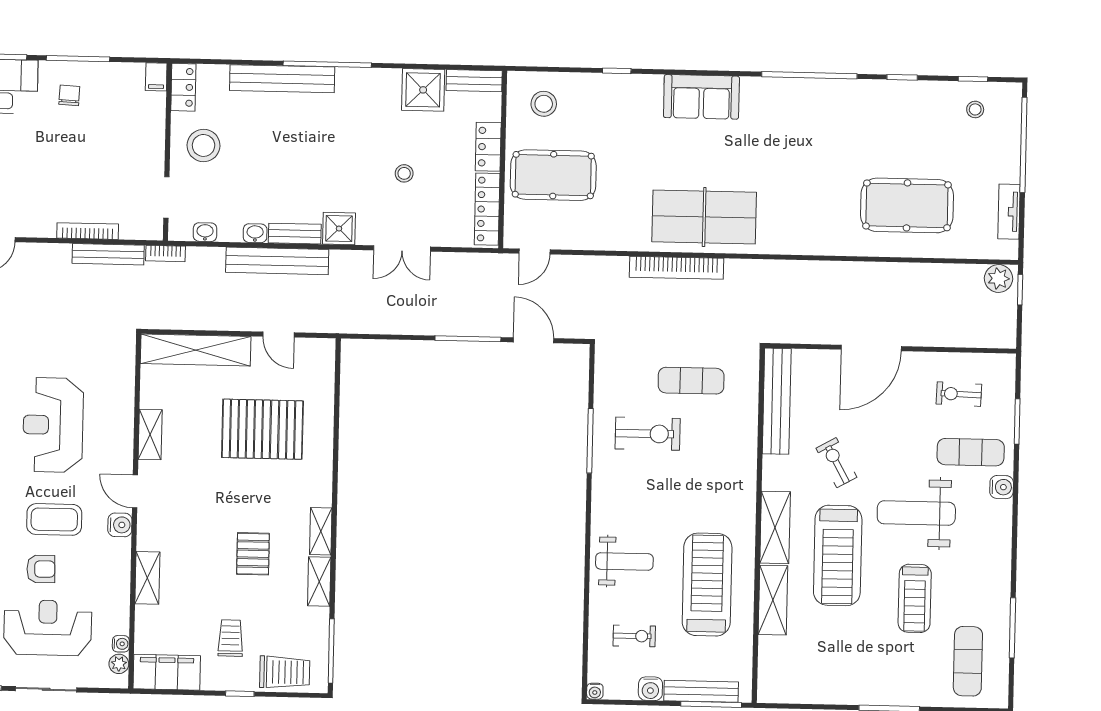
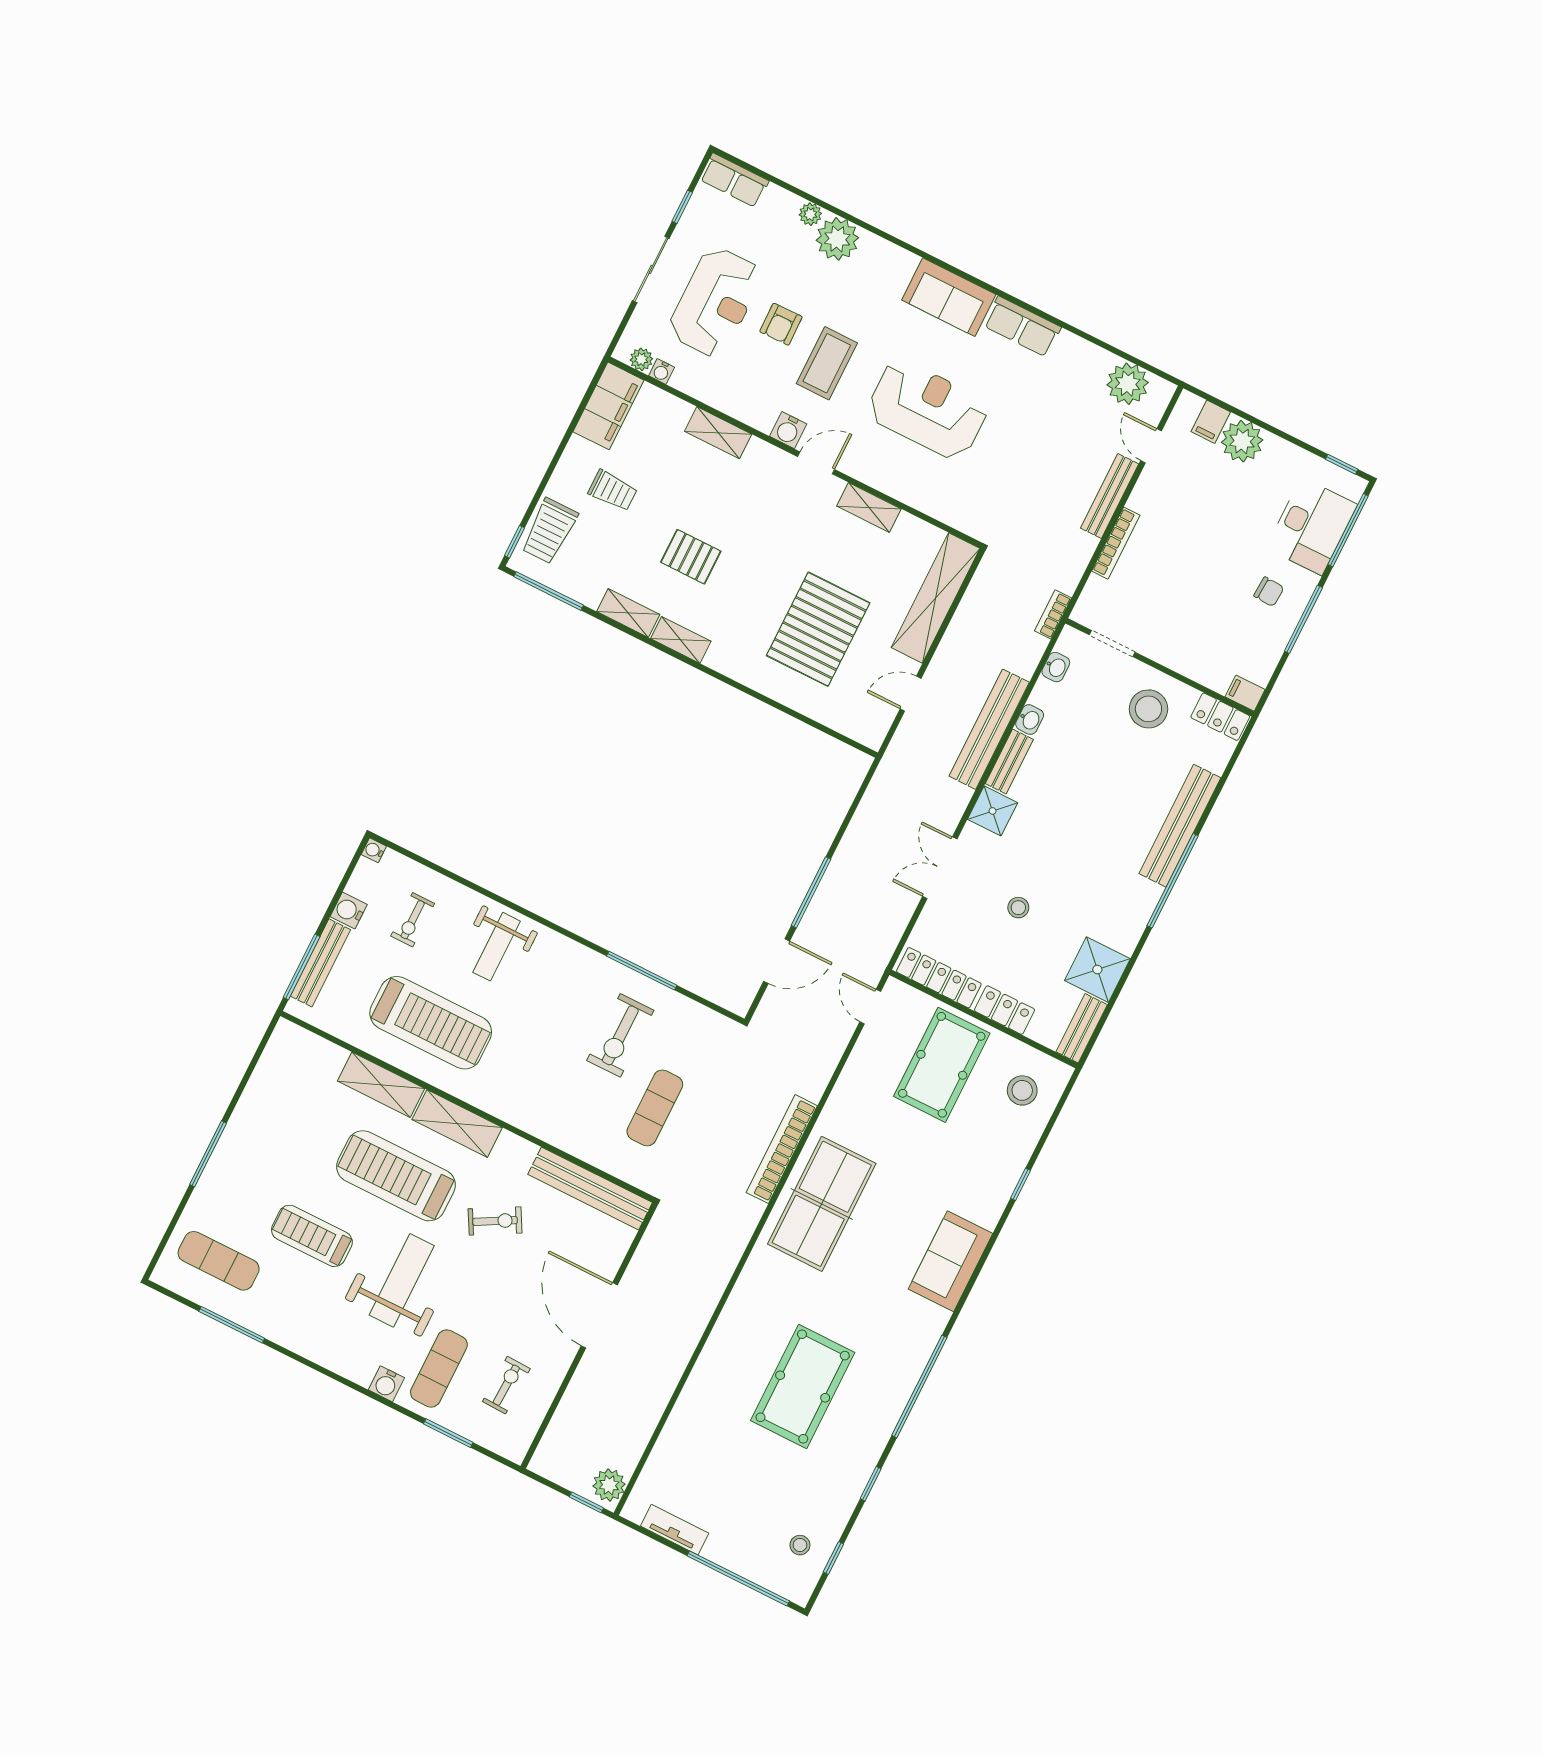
pool table: (907, 205) -> (803, 1386), moved
bench: (108, 254) -> (1110, 496), moved
window: (240, 694) -> (515, 542), moved

